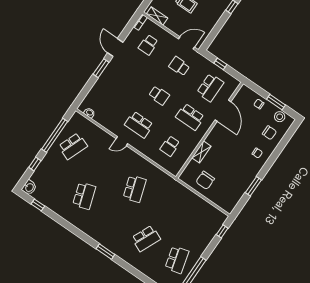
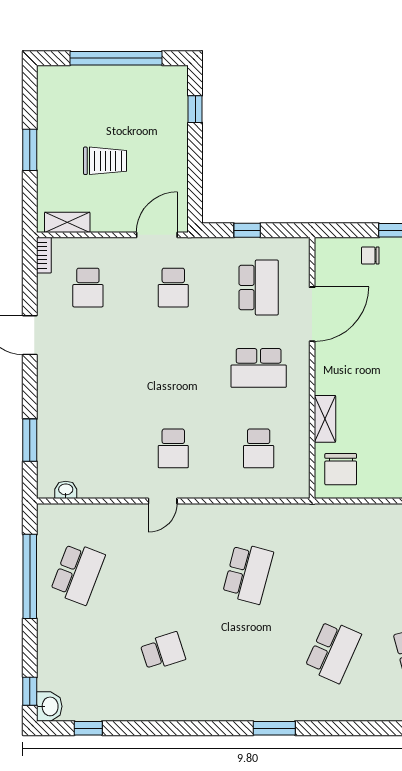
school desk: (179, 66) -> (173, 288), turned -90
window: (101, 68) -> (30, 440), moved
school desk: (159, 95) -> (173, 368), removed
door: (223, 111) -> (312, 314), hinge flipped
school desk: (139, 125) -> (173, 448), width x0.54
window: (35, 164) -> (30, 691), moved
chair: (205, 180) -> (341, 469), moved
school desk: (135, 189) -> (248, 573), turned 33
school desk: (84, 196) -> (163, 651), width x0.54

